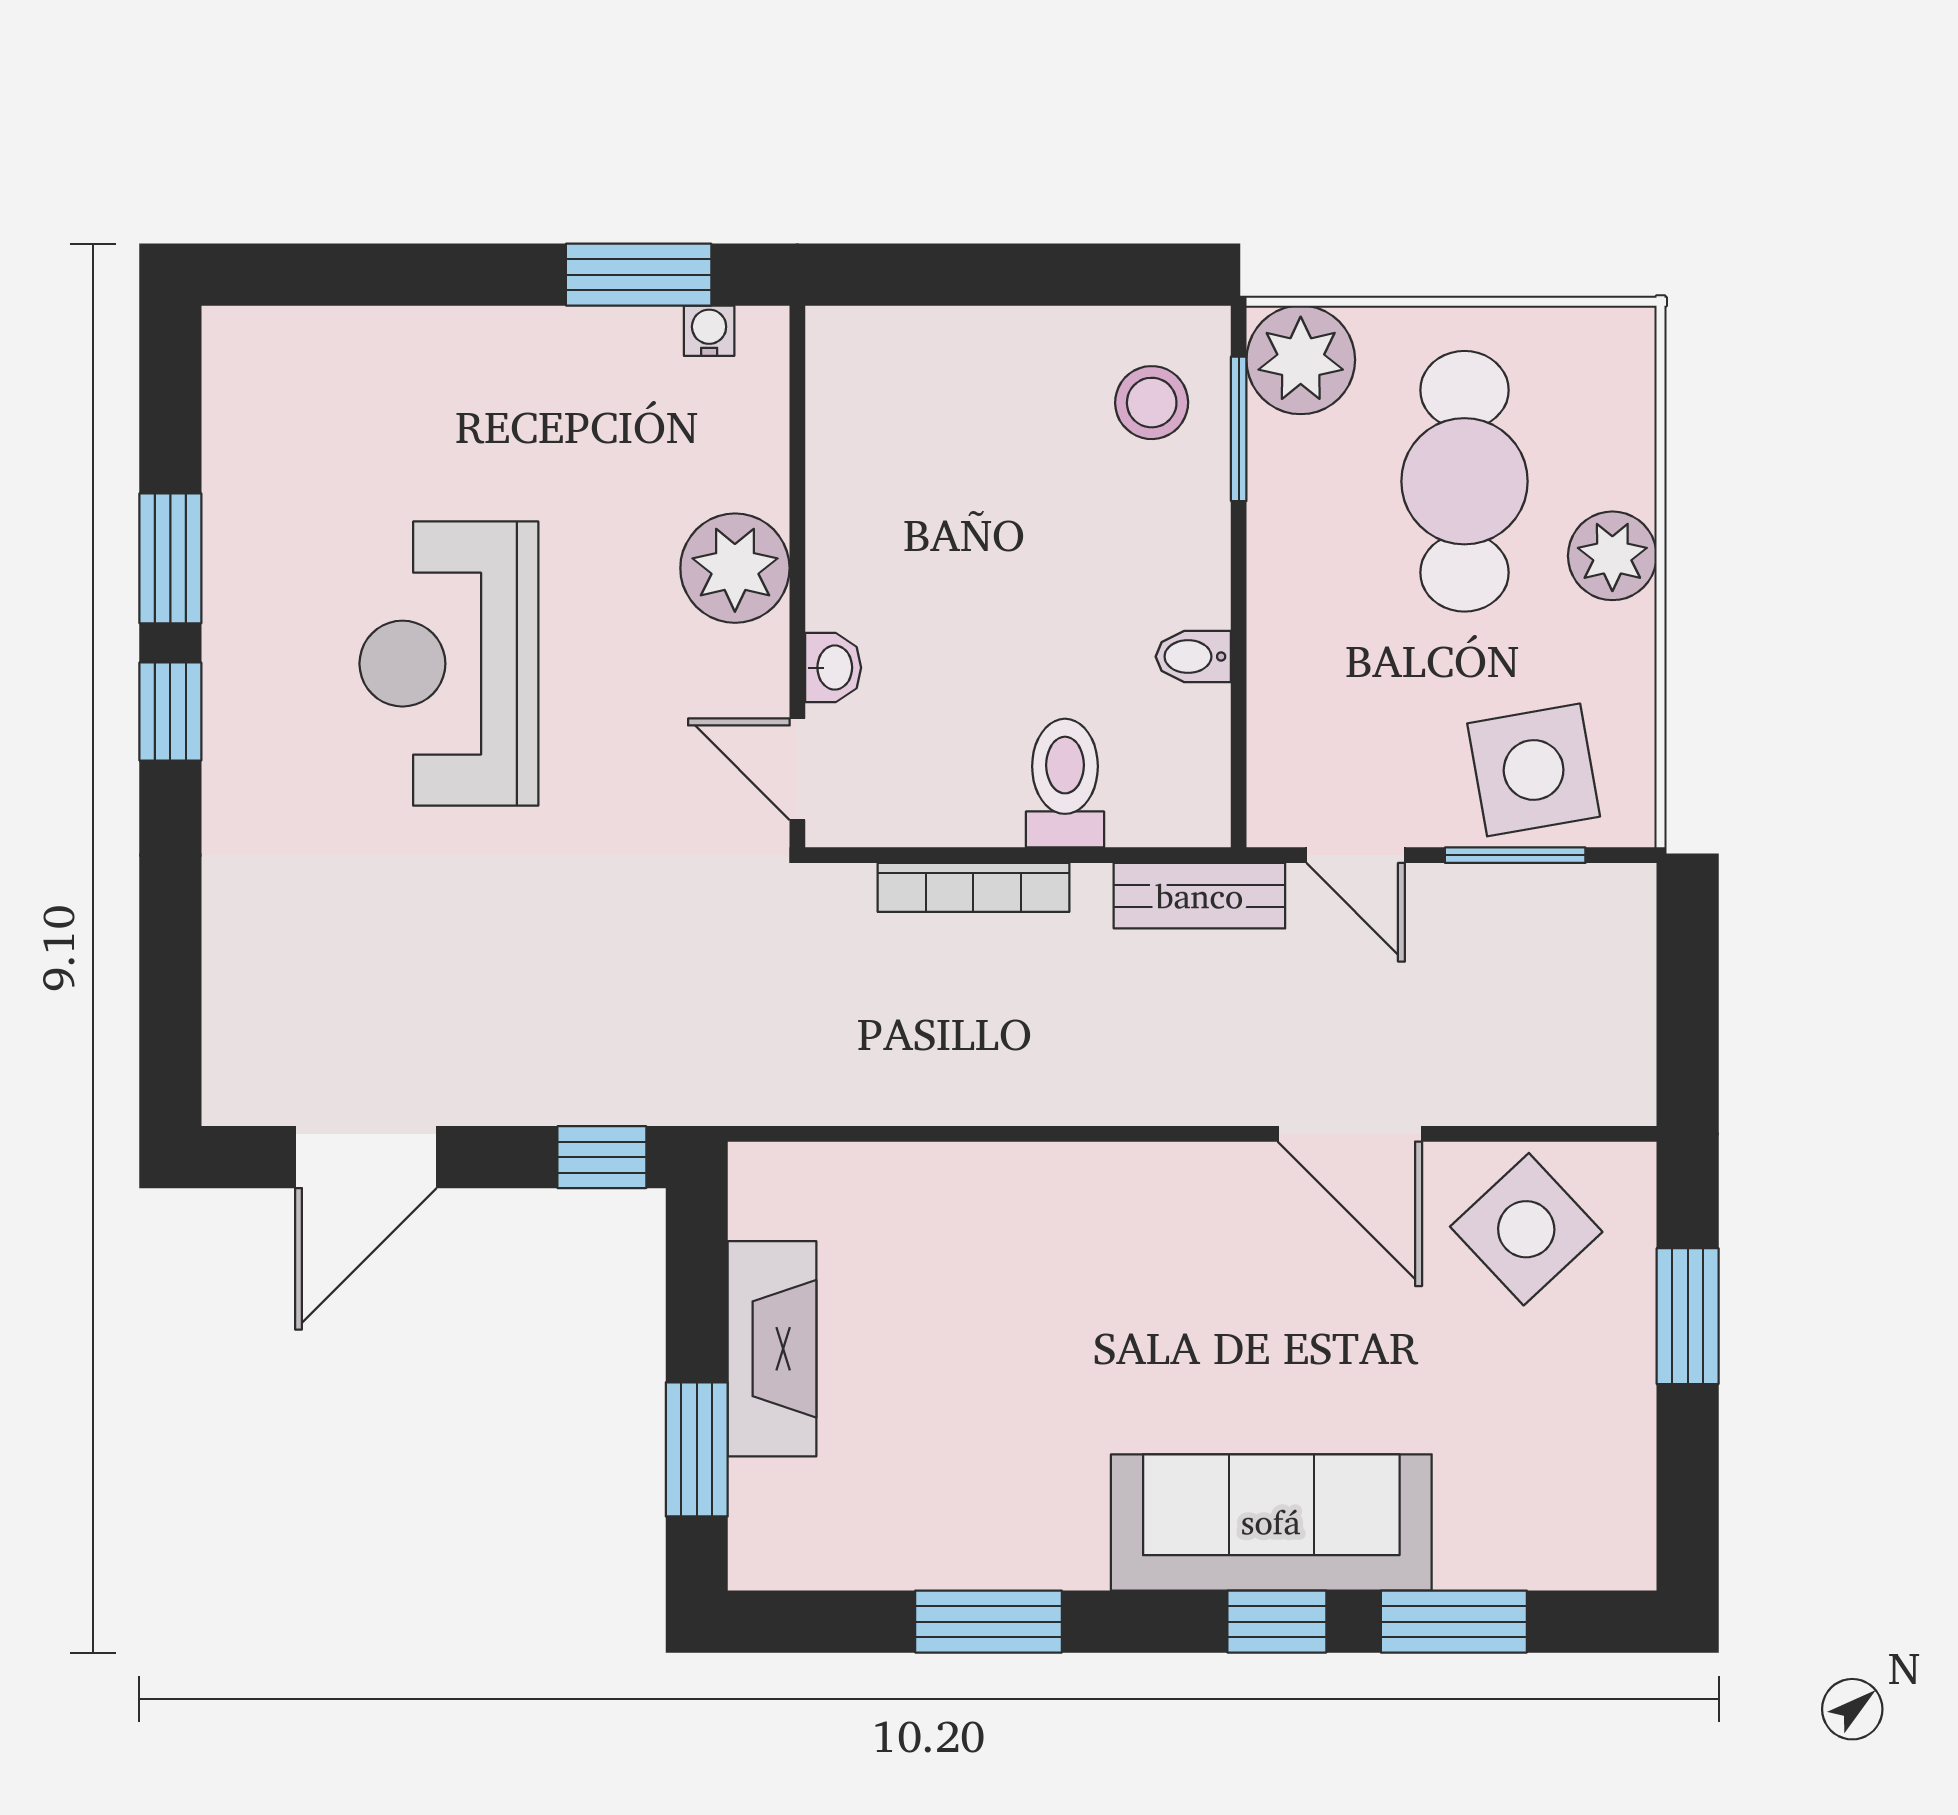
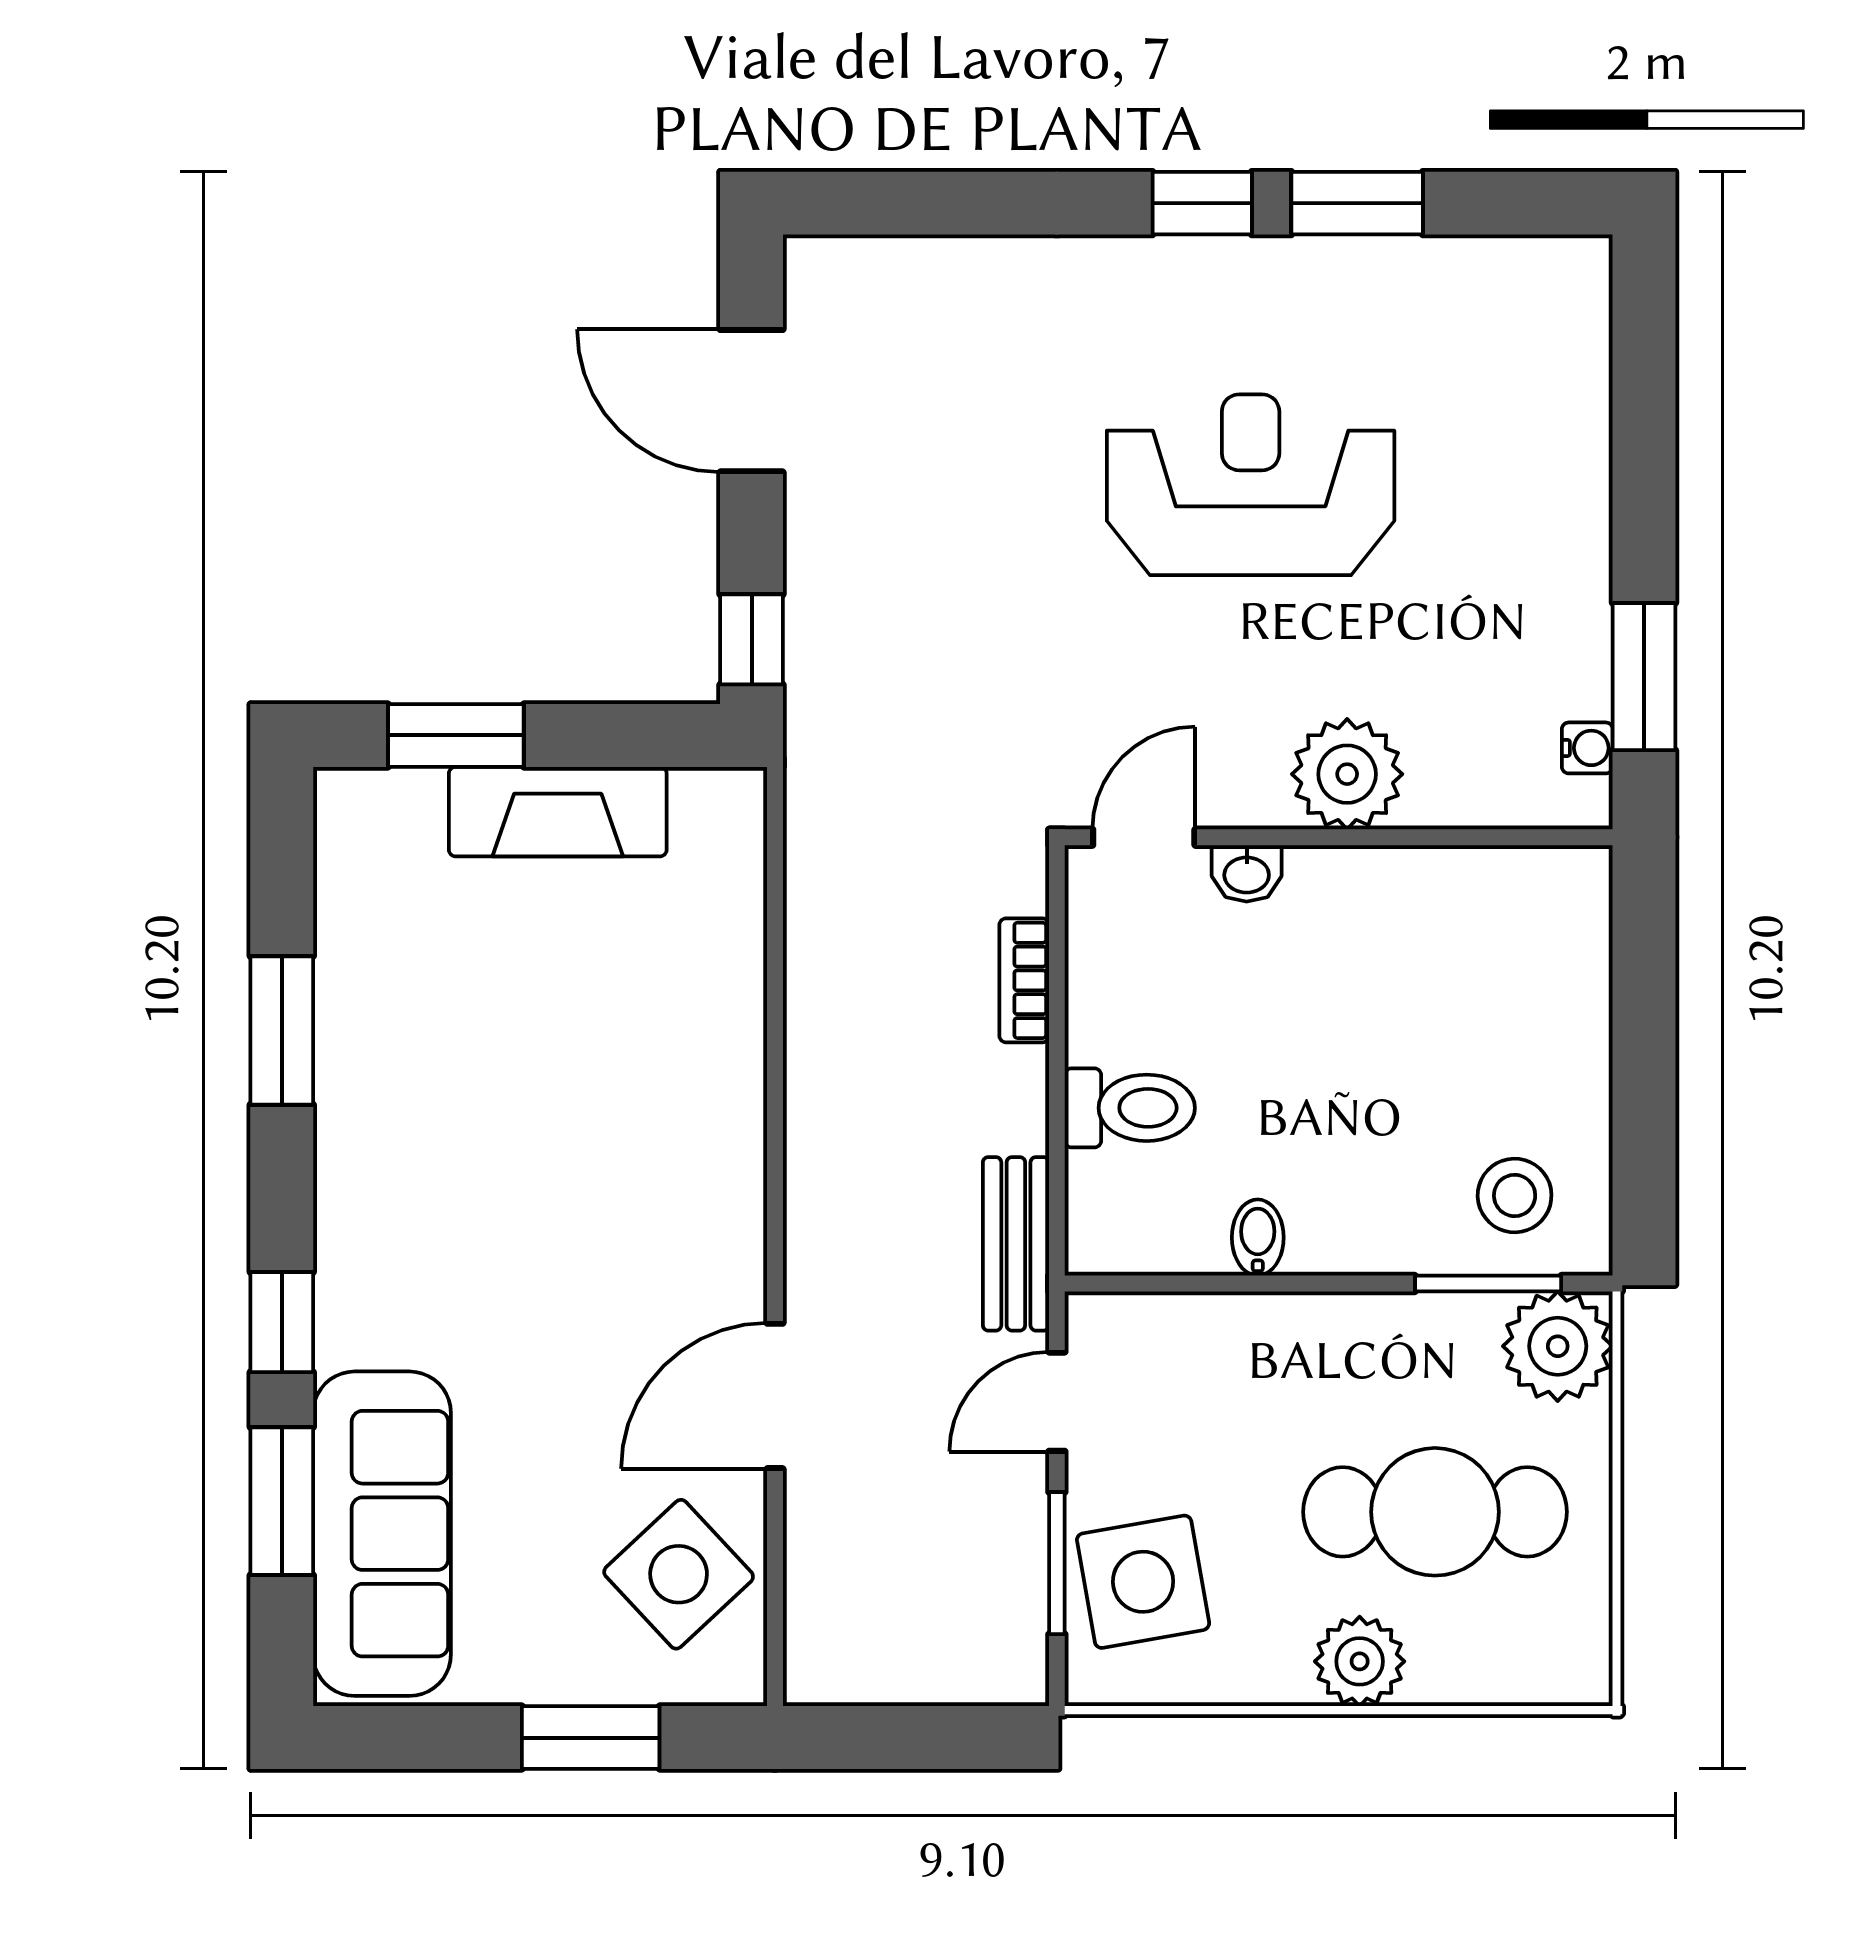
bookcase: (973, 887) -> (1024, 980), width x0.64
sofa: (1271, 1522) -> (382, 1534), moved

